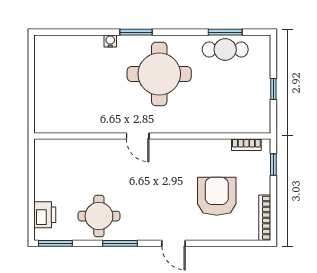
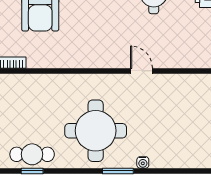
window: (225, 32) -> (32, 171), width x0.67
door: (138, 136) -> (141, 71), moved

